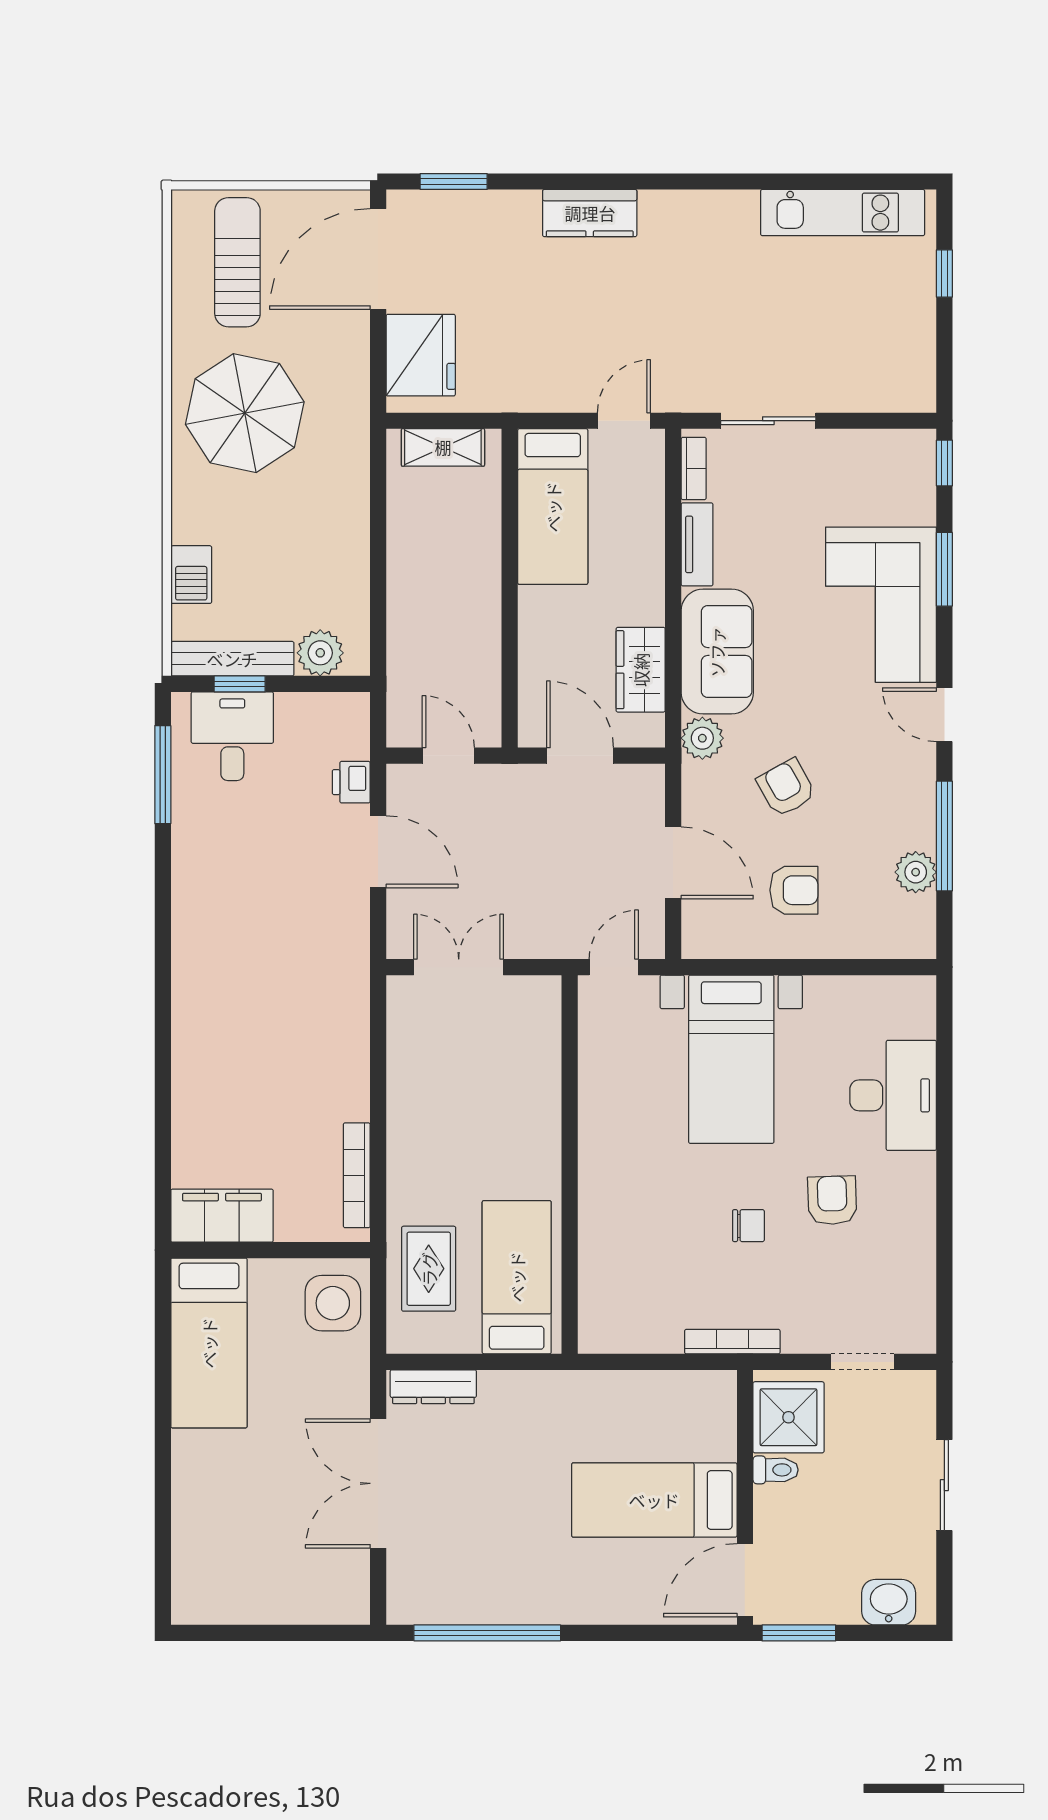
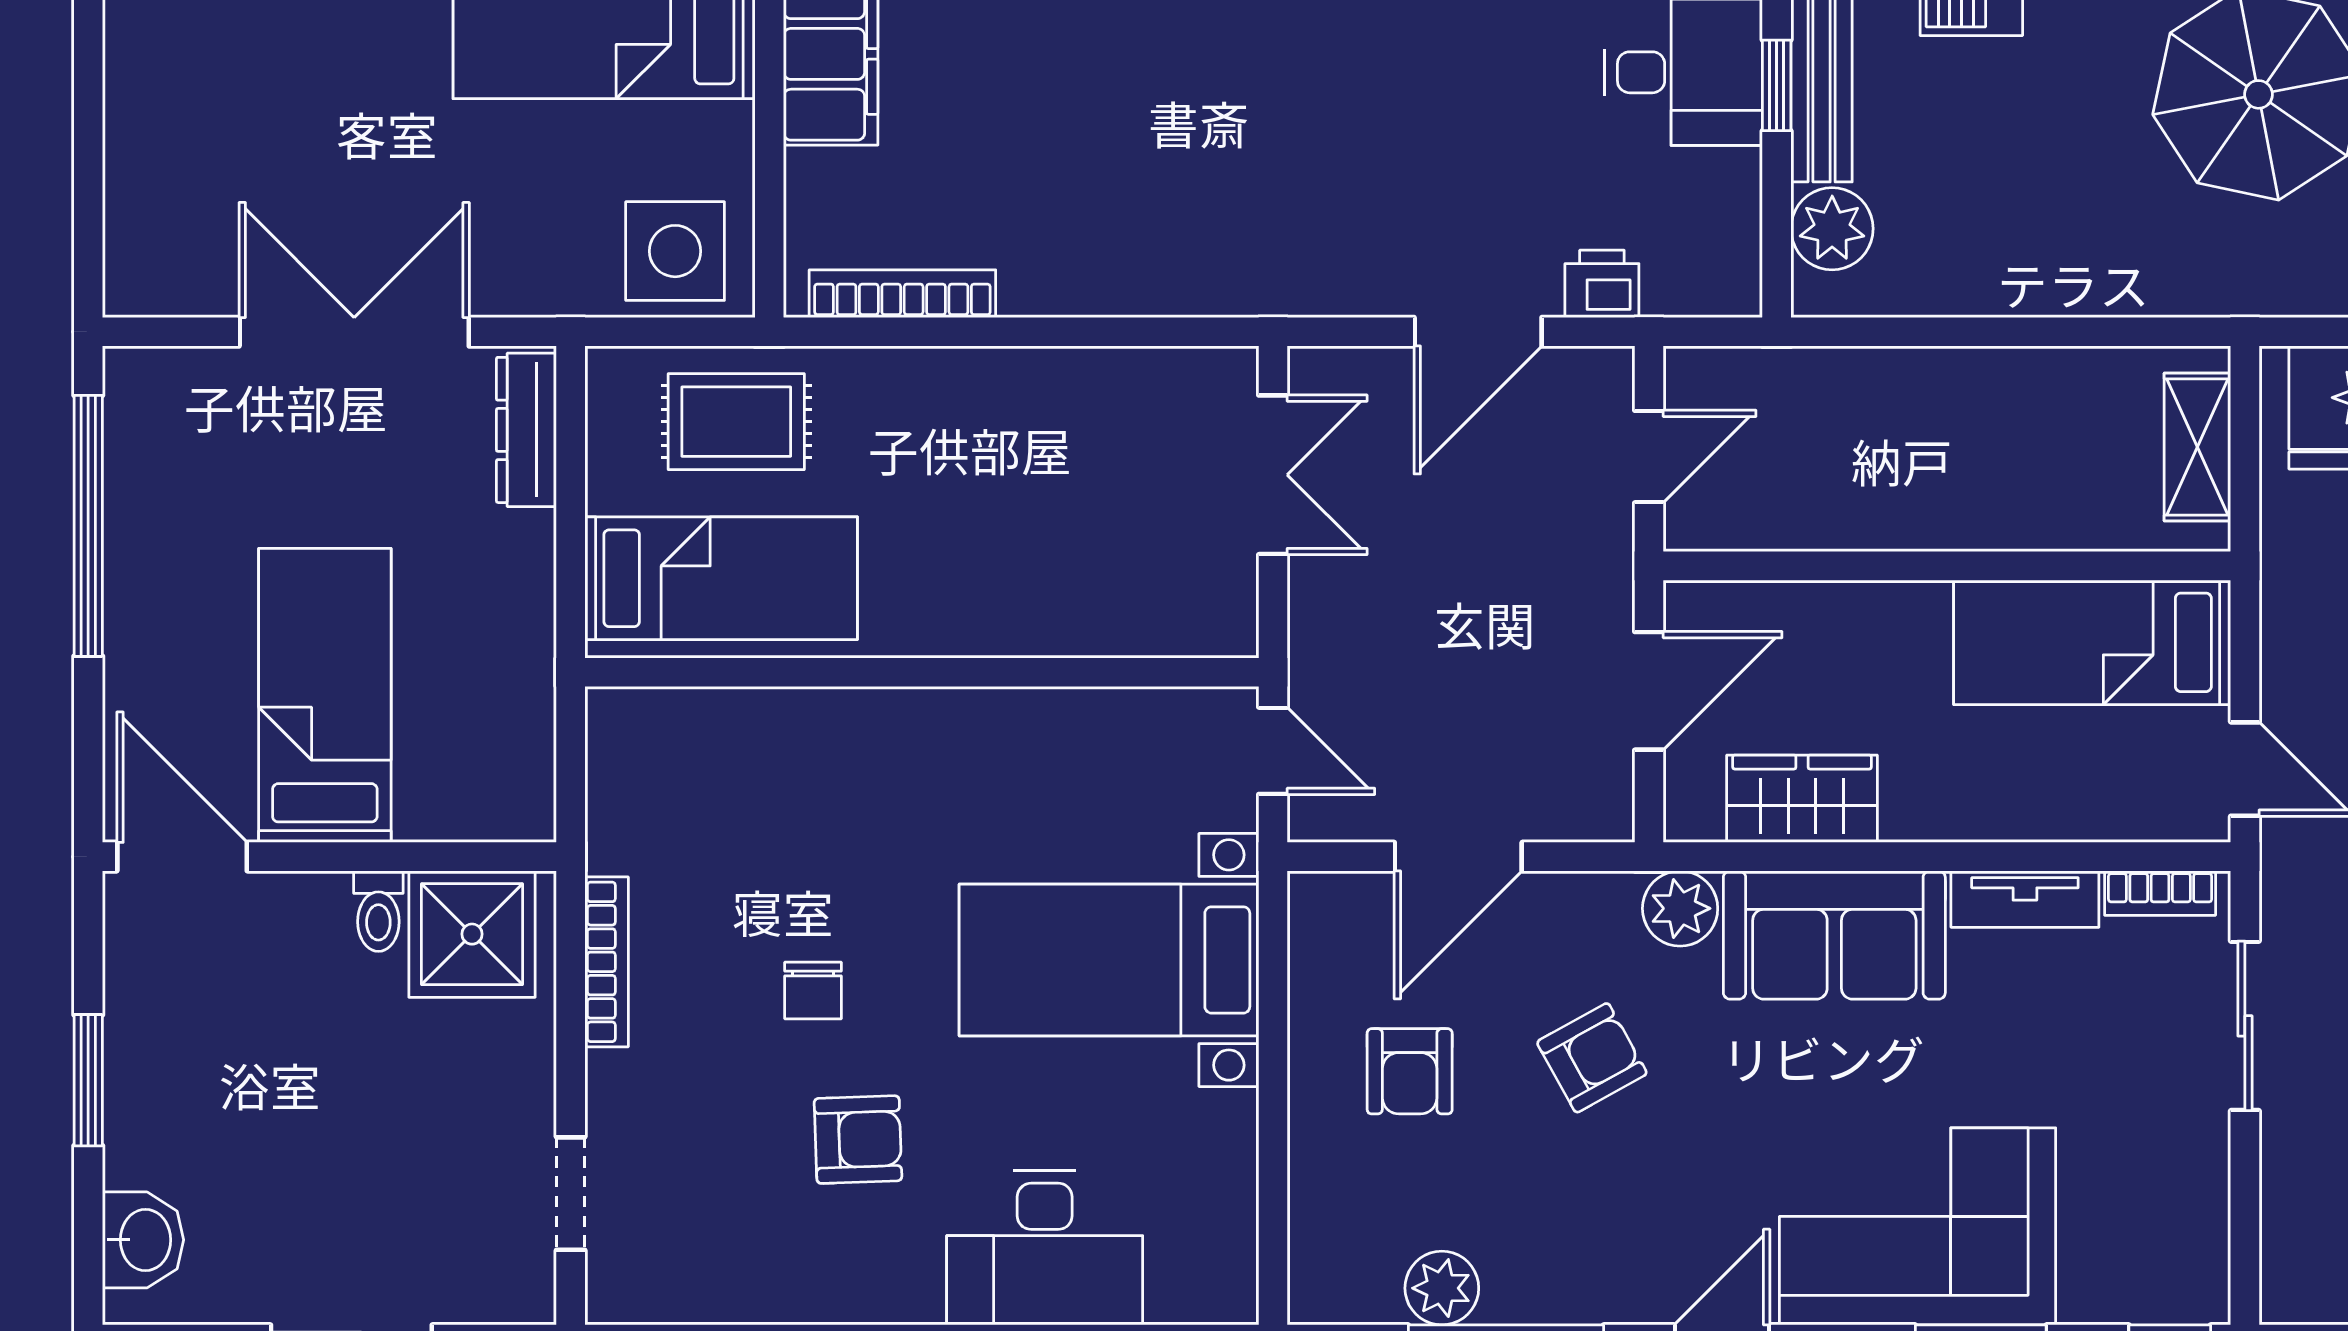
shower: (789, 1417) -> (472, 934), moved
toilet: (776, 1470) -> (378, 911), moved
wall: (745, 1497) -> (329, 857), moved
bed: (654, 1500) -> (325, 695), moved
door: (745, 1580) -> (182, 857), moved

